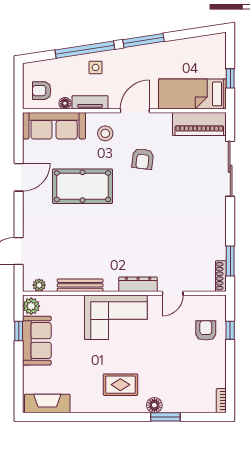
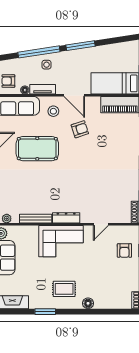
door: (135, 111) -> (74, 95), swing flipped
armchair: (143, 159) -> (80, 129), turned -115
dresser: (138, 284) -> (66, 218), moved
armchair: (206, 330) -> (124, 250), turned 180
window: (165, 417) -> (45, 312), moved

